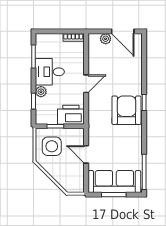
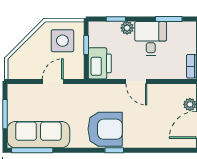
sofa: (114, 182) -> (38, 135), moved, turned -90

